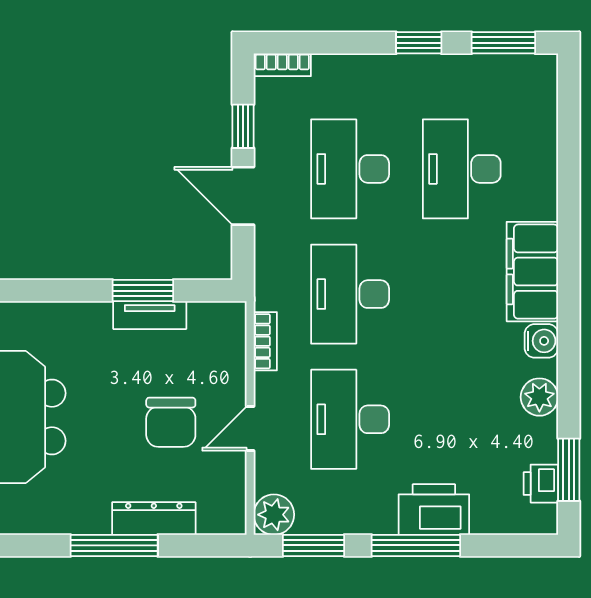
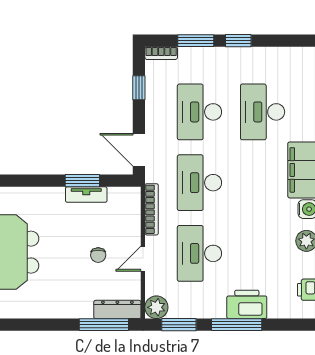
window: (503, 43) -> (196, 41), moved
door: (243, 196) -> (139, 150), moved
bookcase: (265, 341) -> (152, 209), width x1.56
chair: (171, 422) -> (98, 255), width x0.54, depth x0.54
dresser: (154, 519) -> (117, 309), moved
window: (114, 545) -> (104, 325), moved

